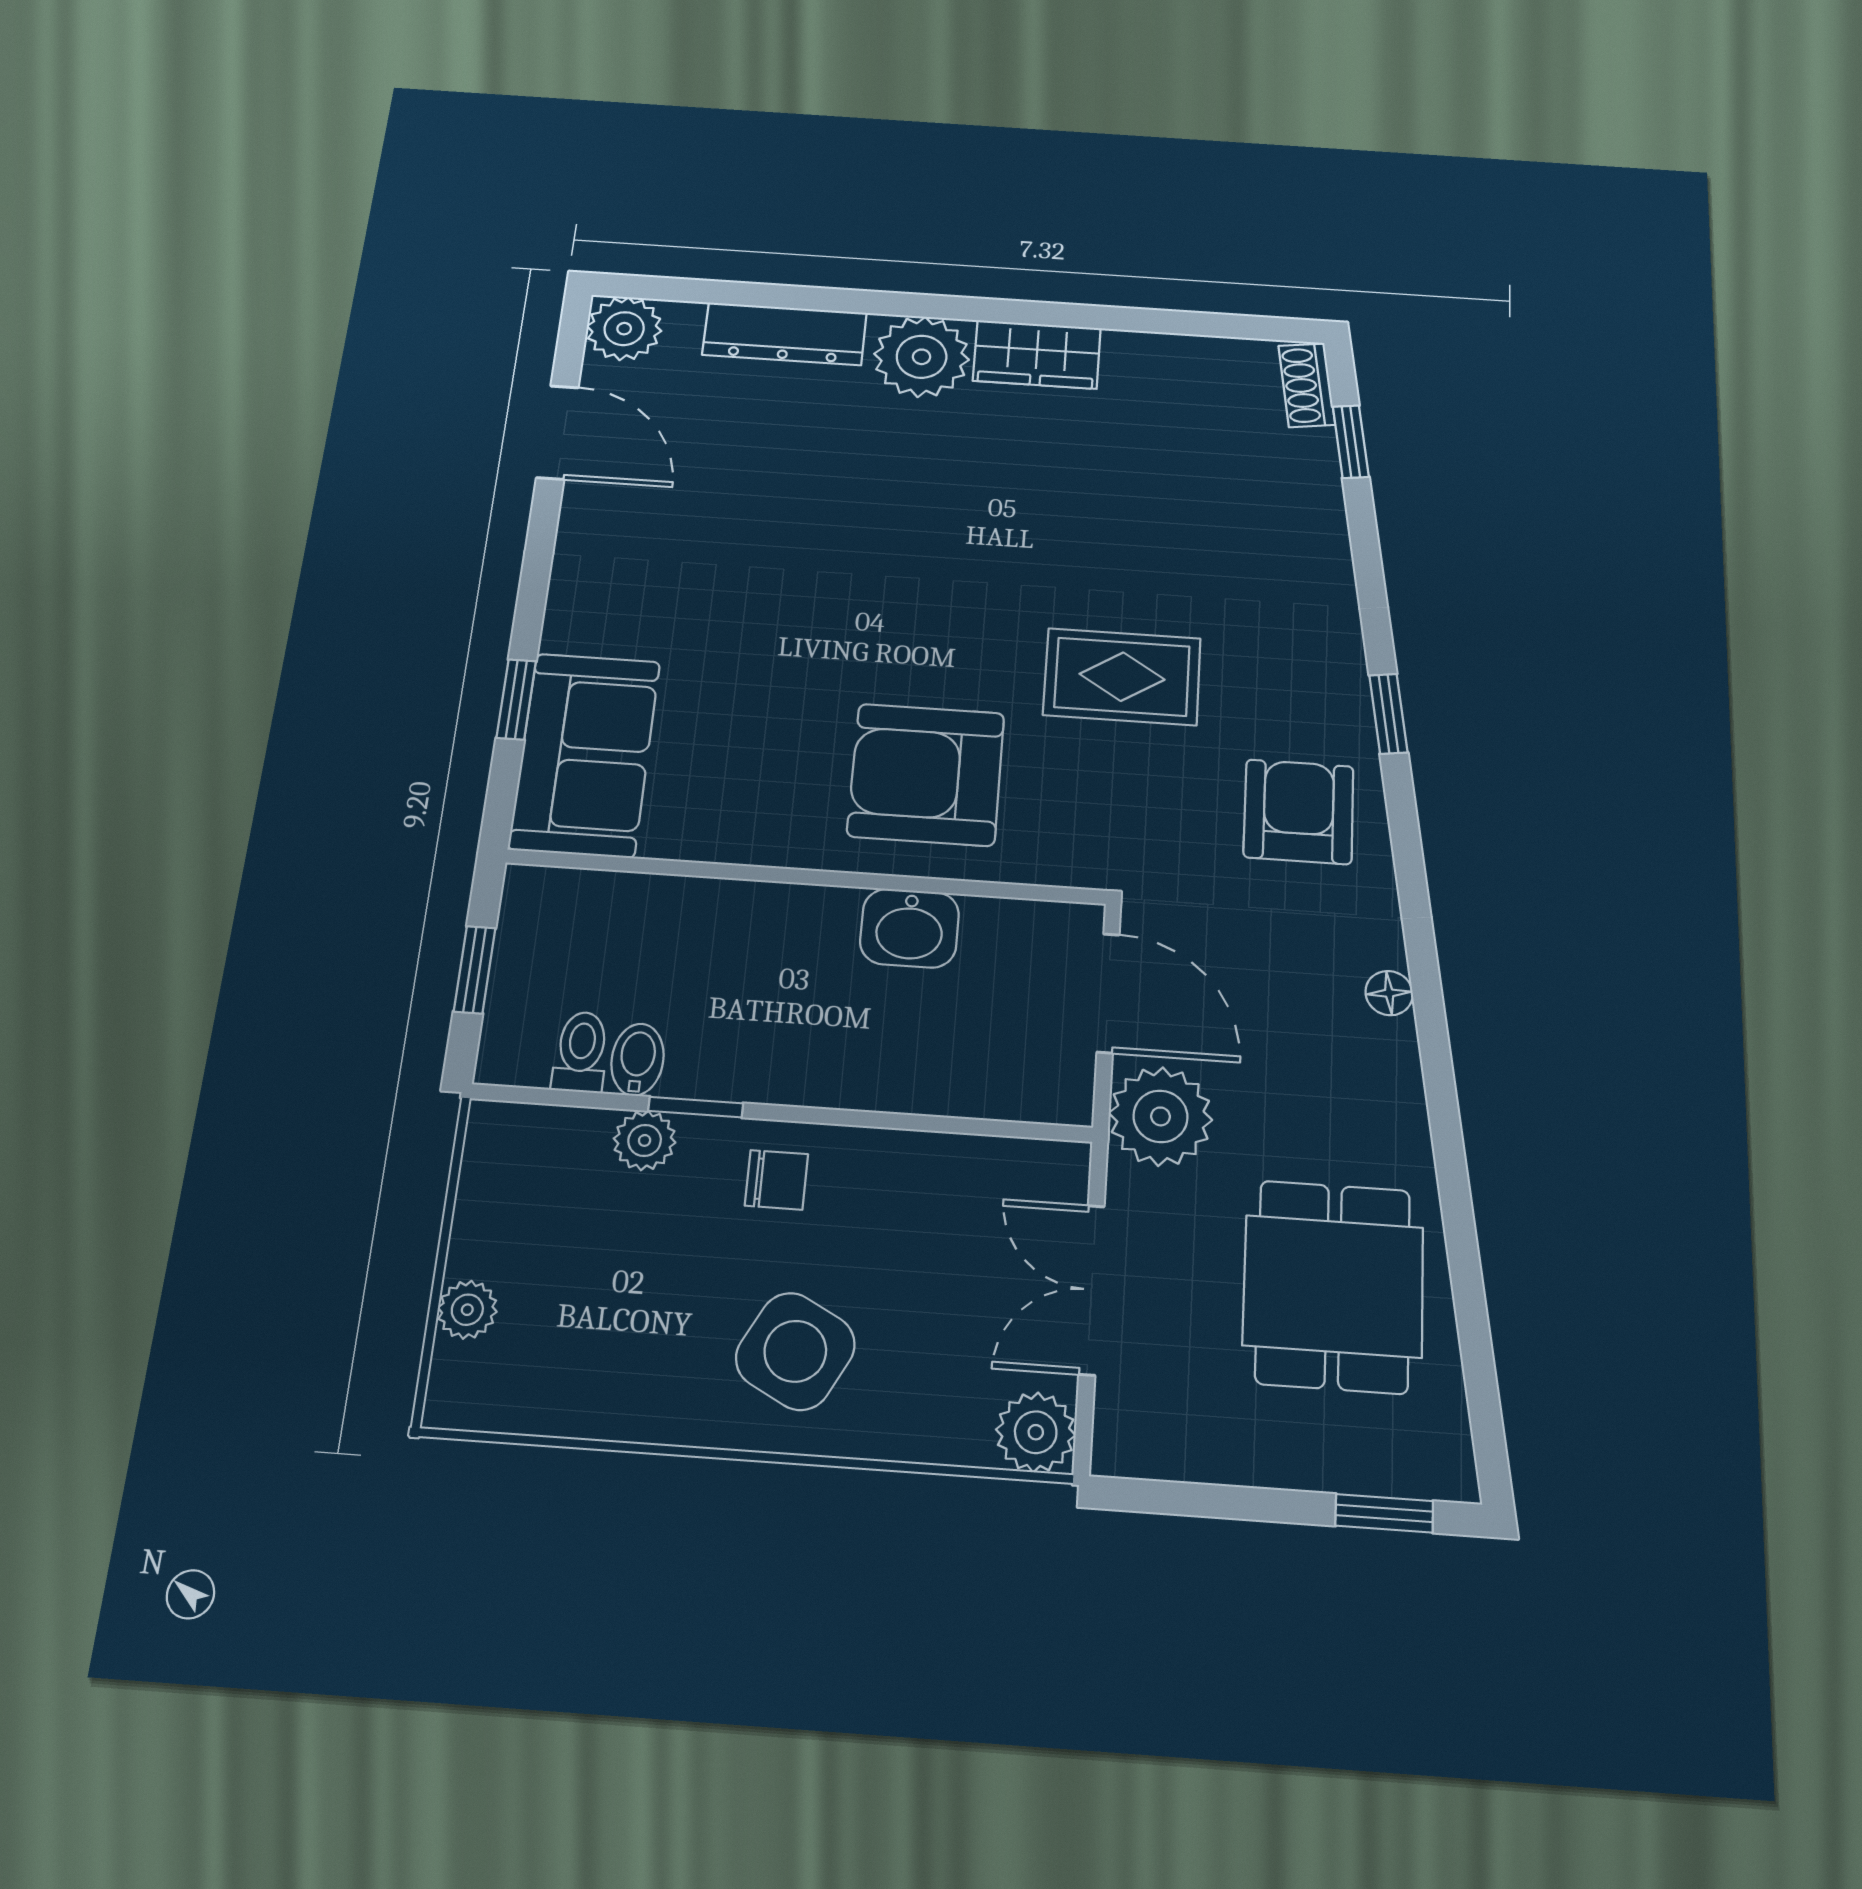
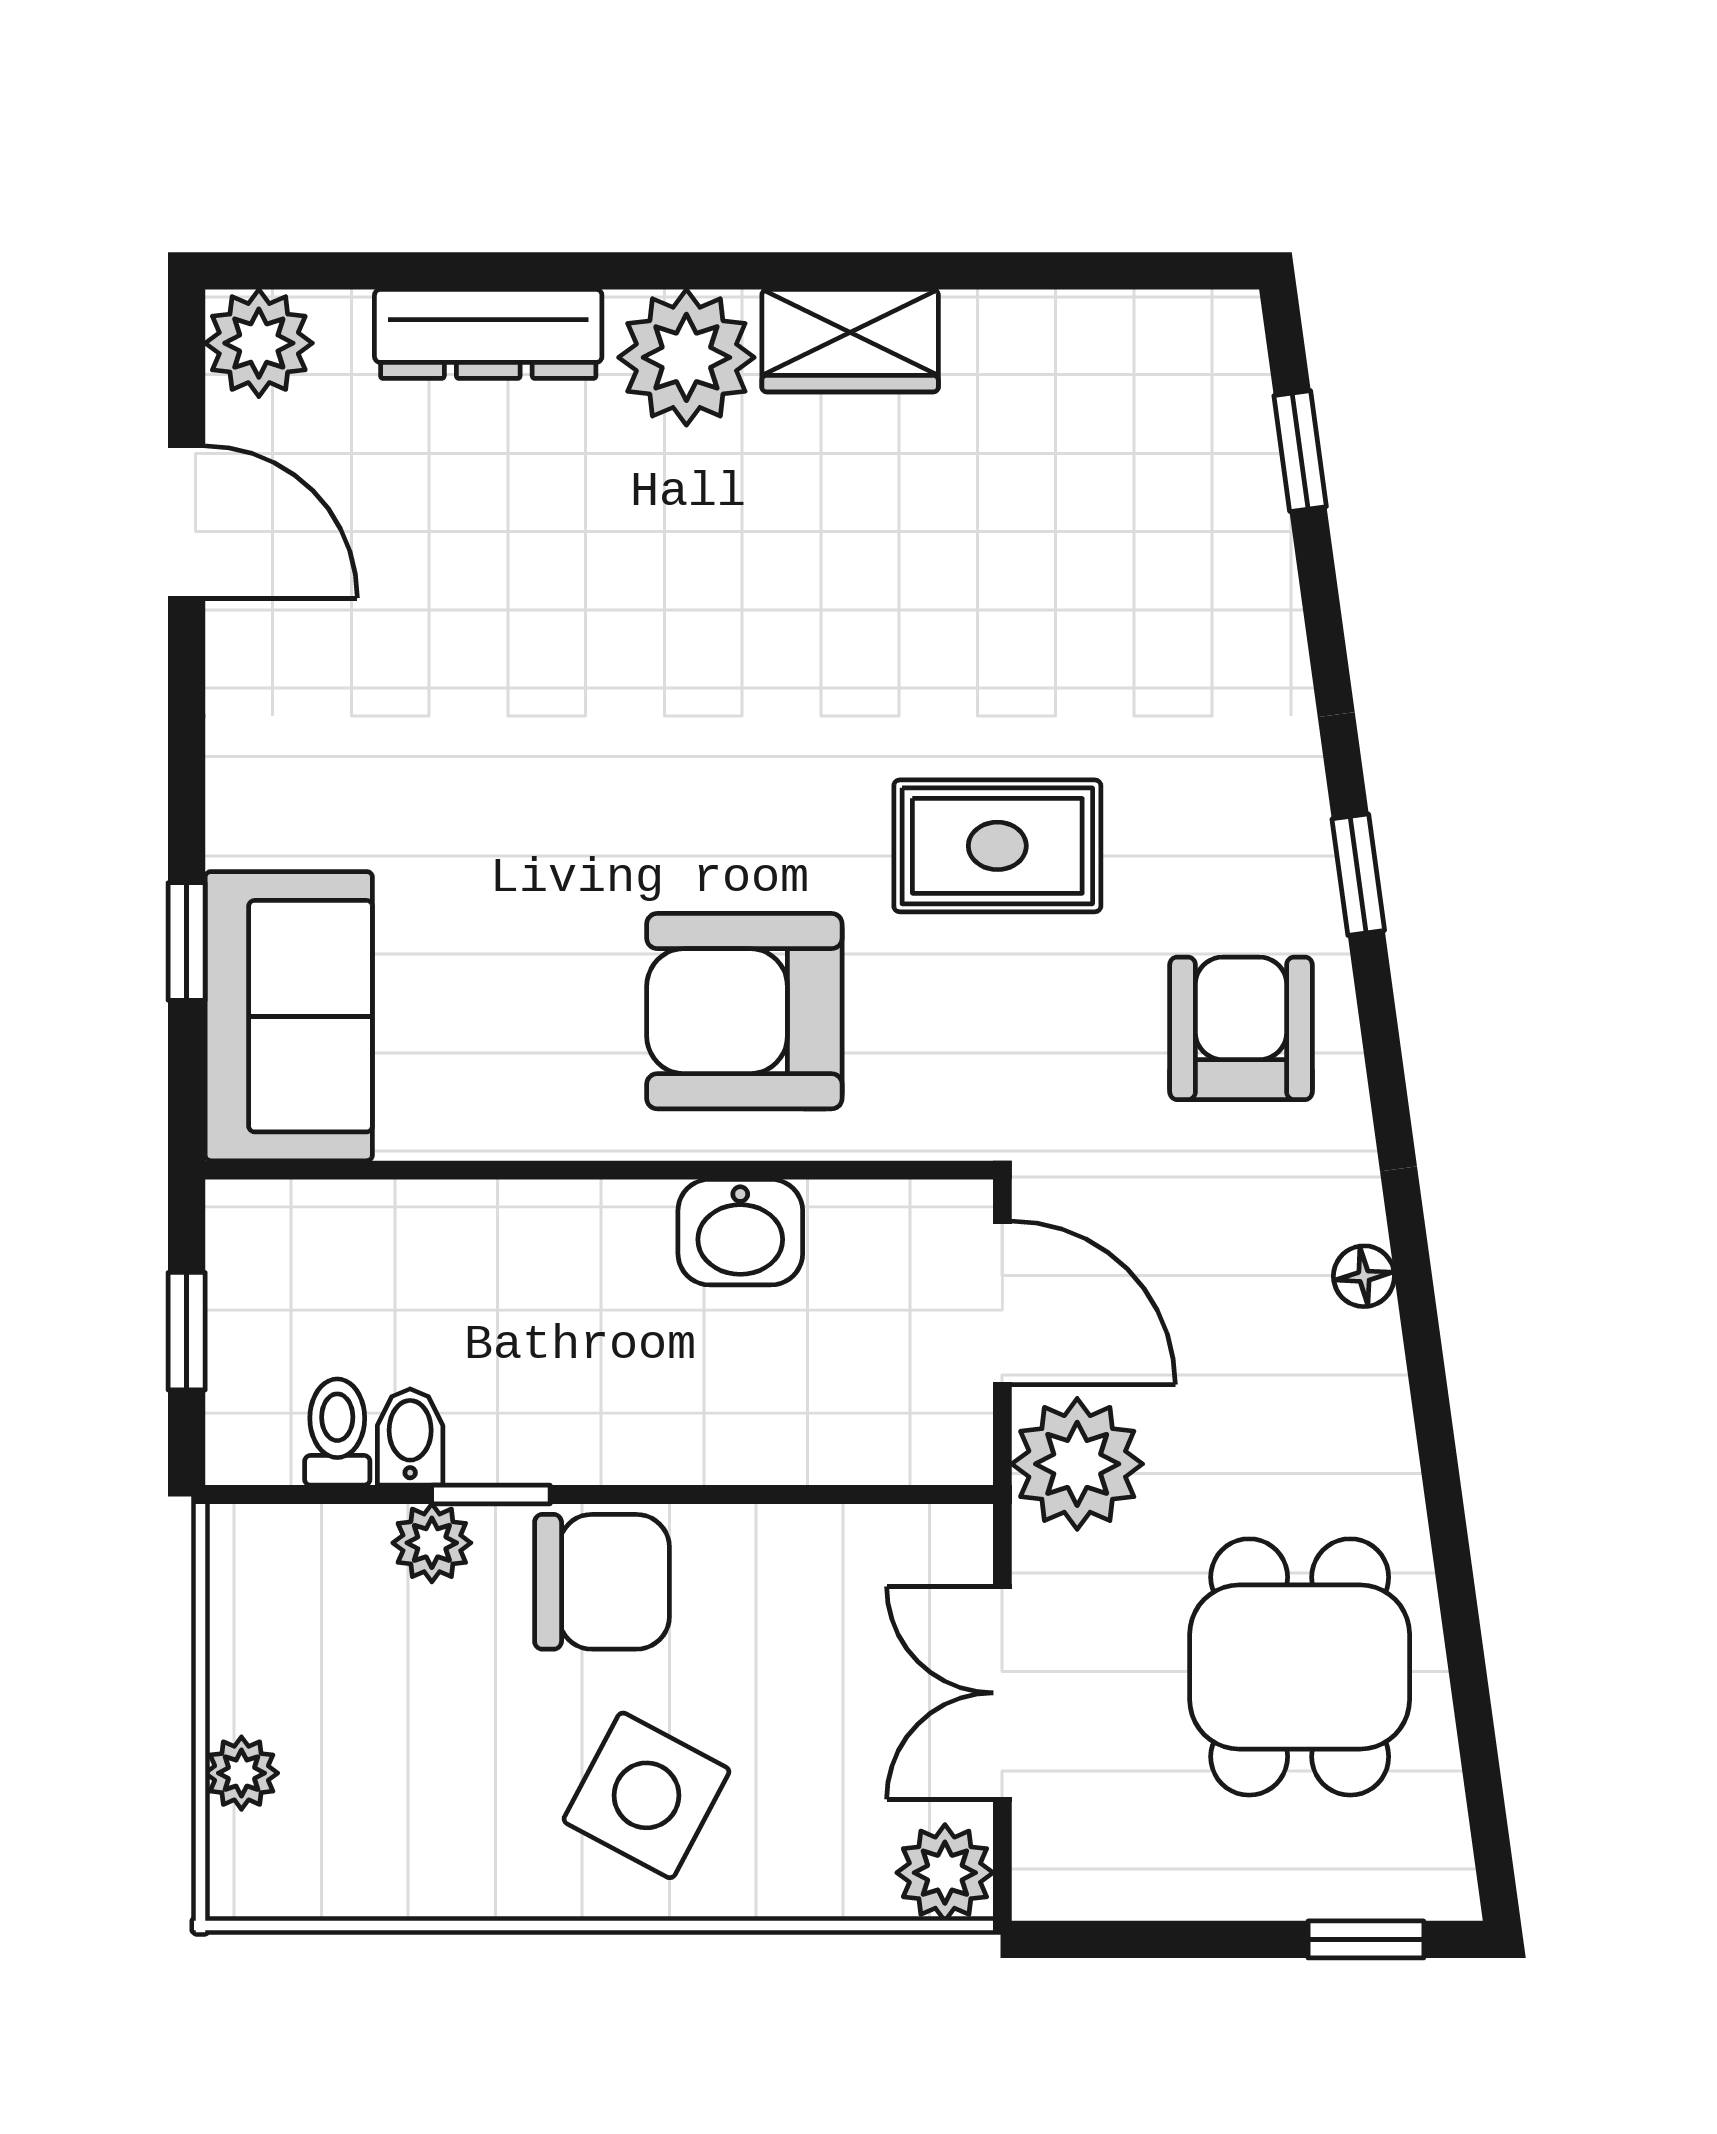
shoe rack: (1307, 385) -> (1236, 362), removed
chair: (776, 1180) -> (602, 1582), width x1.87, depth x1.87

